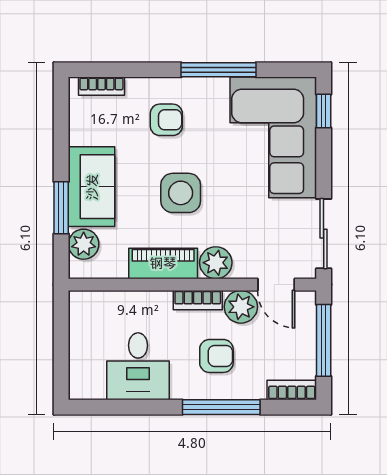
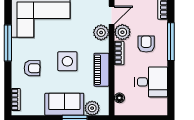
armchair: (166, 120) -> (32, 68), turned 91
plant: (216, 263) -> (101, 33), moved
floor lamp: (105, 301) -> (119, 98), added

